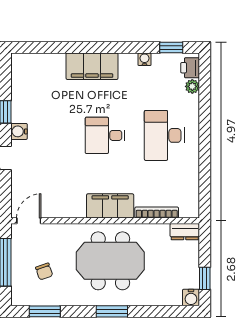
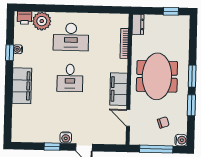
window: (171, 47) -> (10, 53), moved
plant: (192, 86) -> (42, 21), width x1.88, depth x1.88
filing cabinet: (110, 206) -> (119, 89), moved
door: (29, 221) -> (128, 118), moved
water cooler: (191, 298) -> (181, 140), moved
window: (45, 311) -> (191, 105), moved

